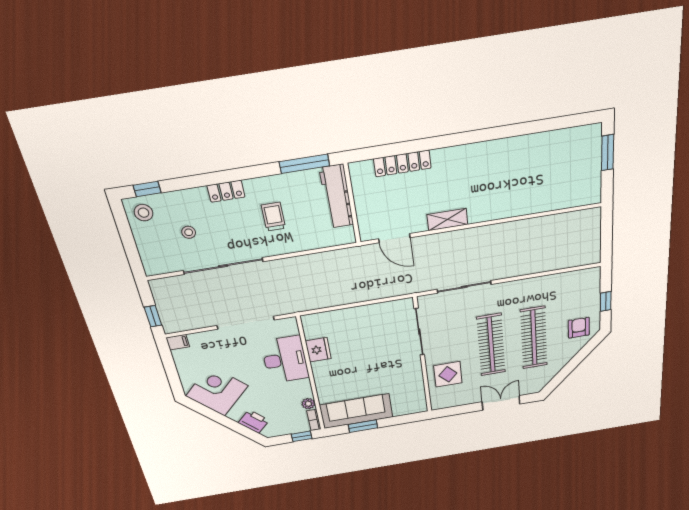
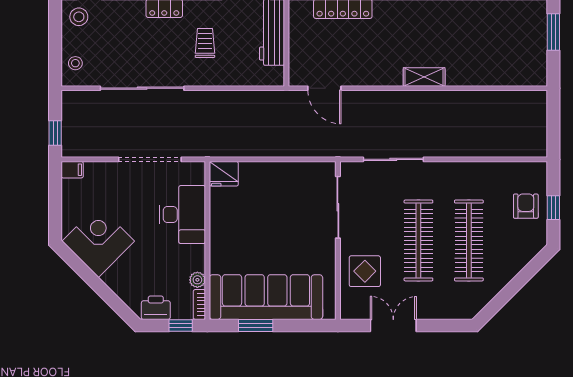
shelving: (447, 220) -> (424, 77), moved
stool: (189, 232) -> (75, 63), moved
armchair: (579, 328) -> (526, 206), moved
fridge: (318, 350) -> (224, 174), moved, turned 90
double door: (501, 403) -> (393, 325), moved
sofa: (356, 411) -> (266, 297), width x1.36, depth x1.27
printer: (254, 422) -> (156, 308), moved, turned -45

